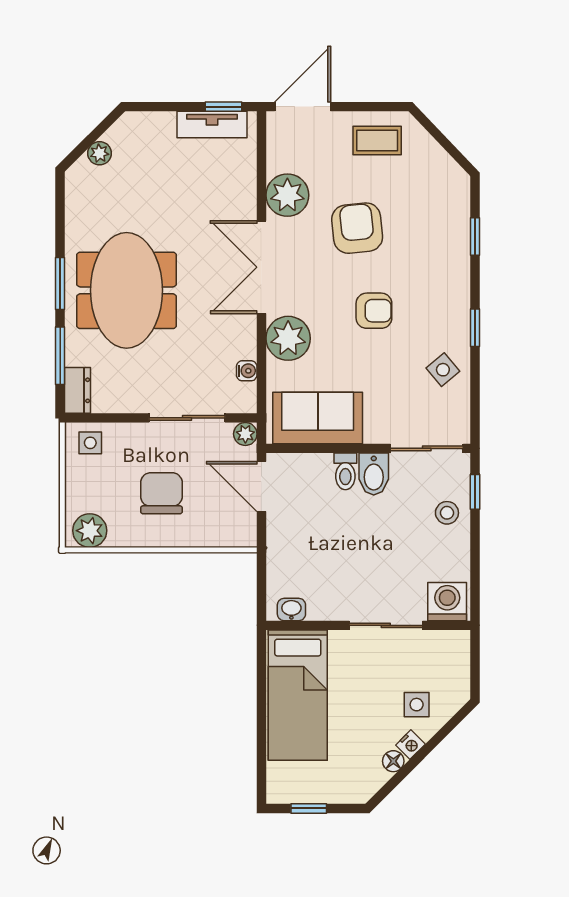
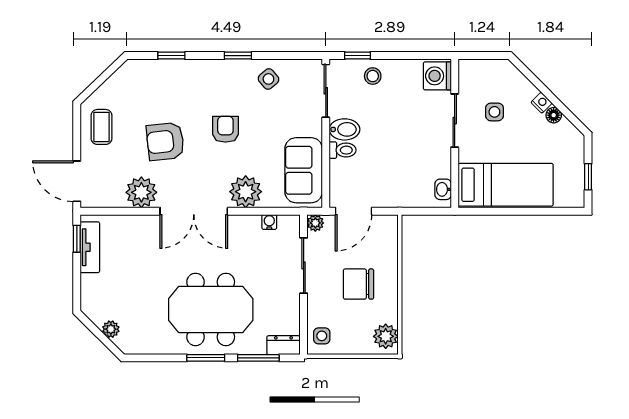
side table: (417, 705) -> (494, 112), moved

